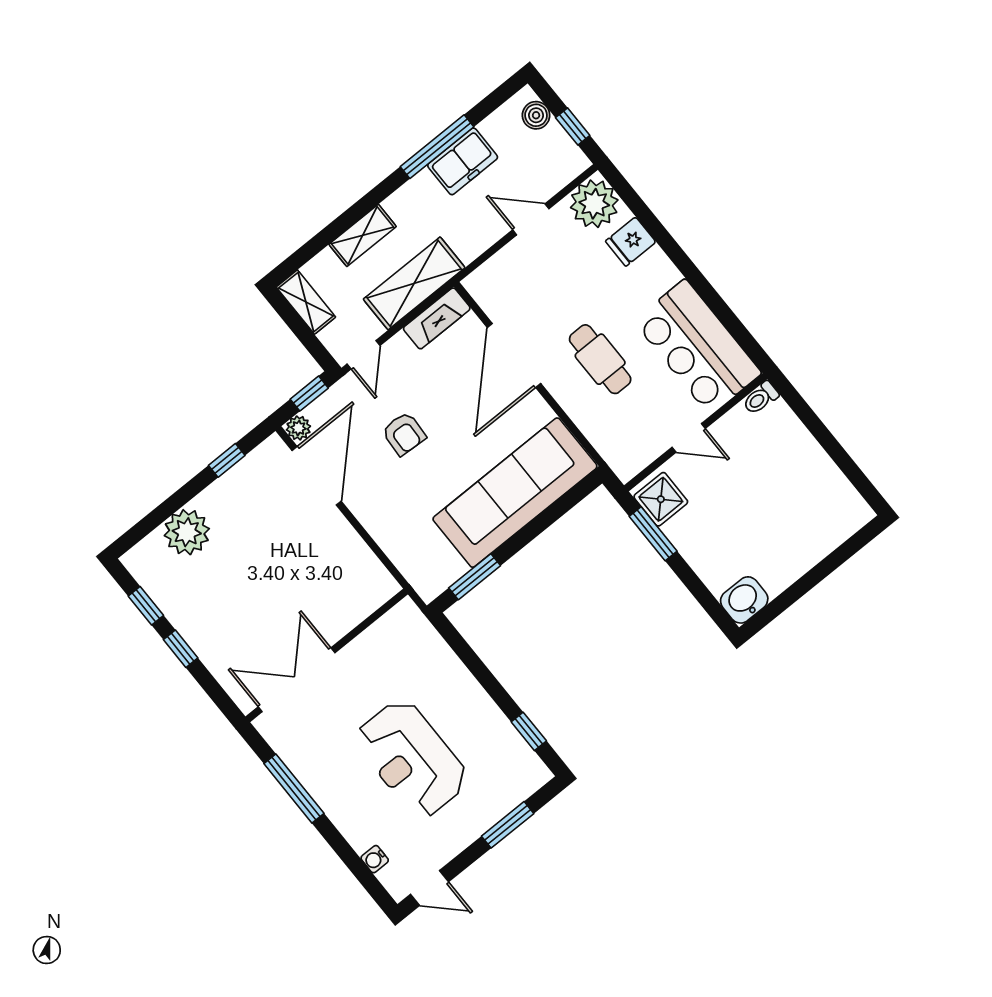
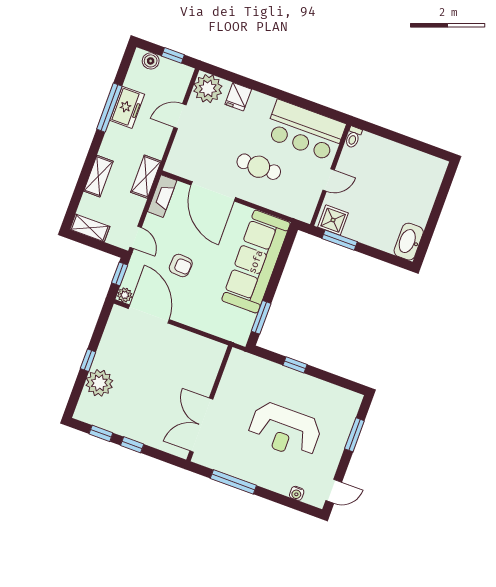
shelving: (414, 283) -> (146, 177), width x0.67, depth x0.75
window: (227, 460) -> (88, 360), moved
washbasin: (744, 600) -> (409, 242), width x1.38
window: (529, 731) -> (295, 365), moved

